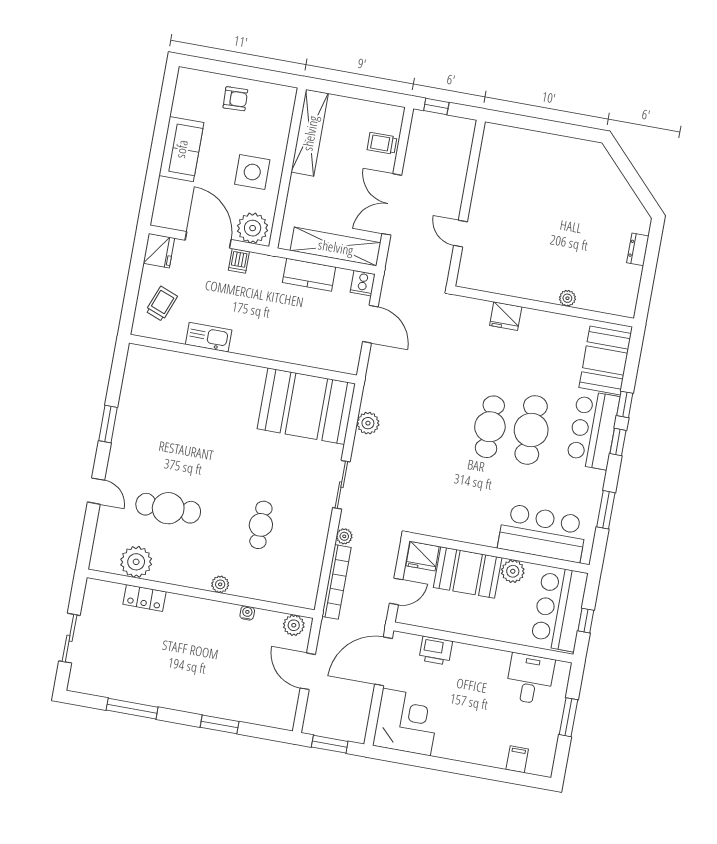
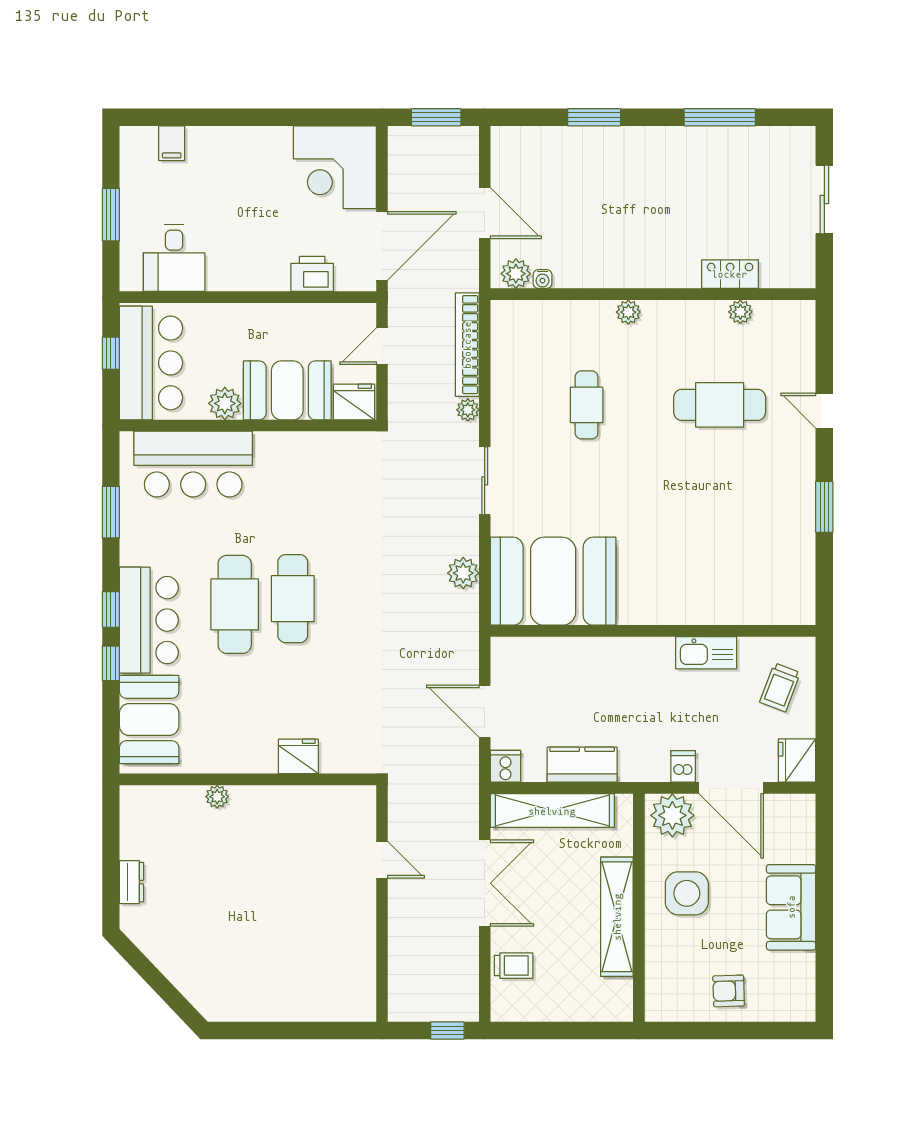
shelving: (310, 133) -> (617, 917), moved
plant: (136, 562) -> (740, 312), width x0.53, depth x0.53
water cooler: (247, 613) -> (542, 279), moved

